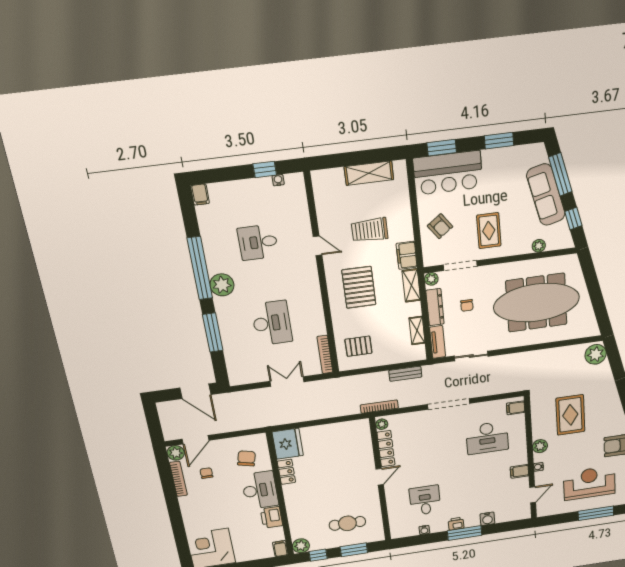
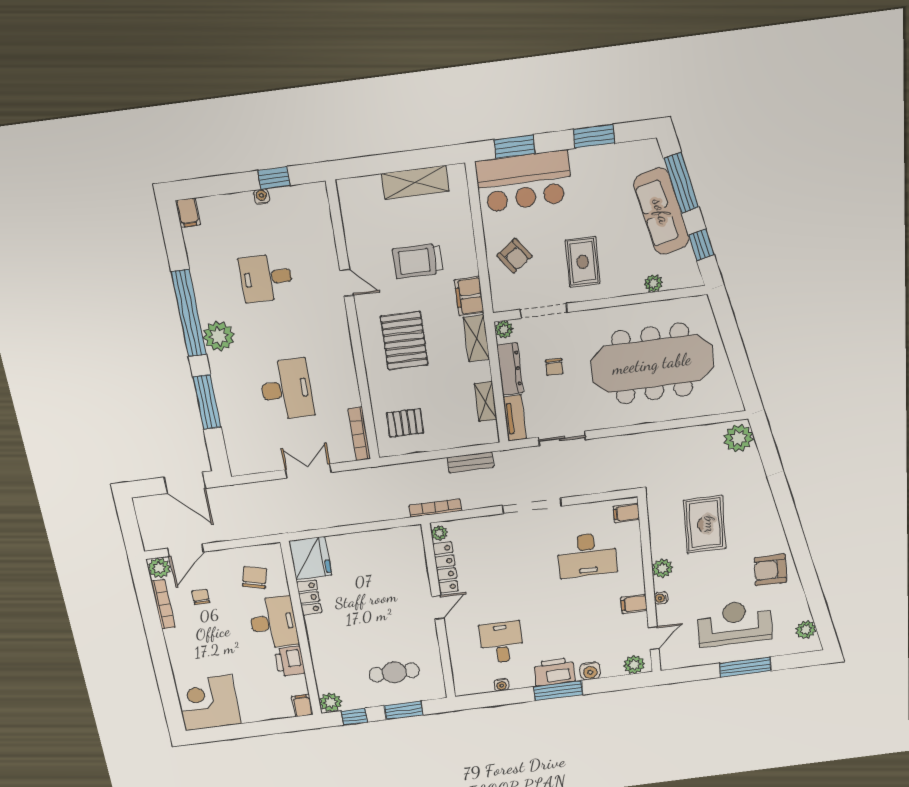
water cooler: (278, 180) -> (262, 196), moved
plant: (519, 514) -> (634, 665), added
printer: (456, 524) -> (554, 672), width x1.87, depth x1.48

